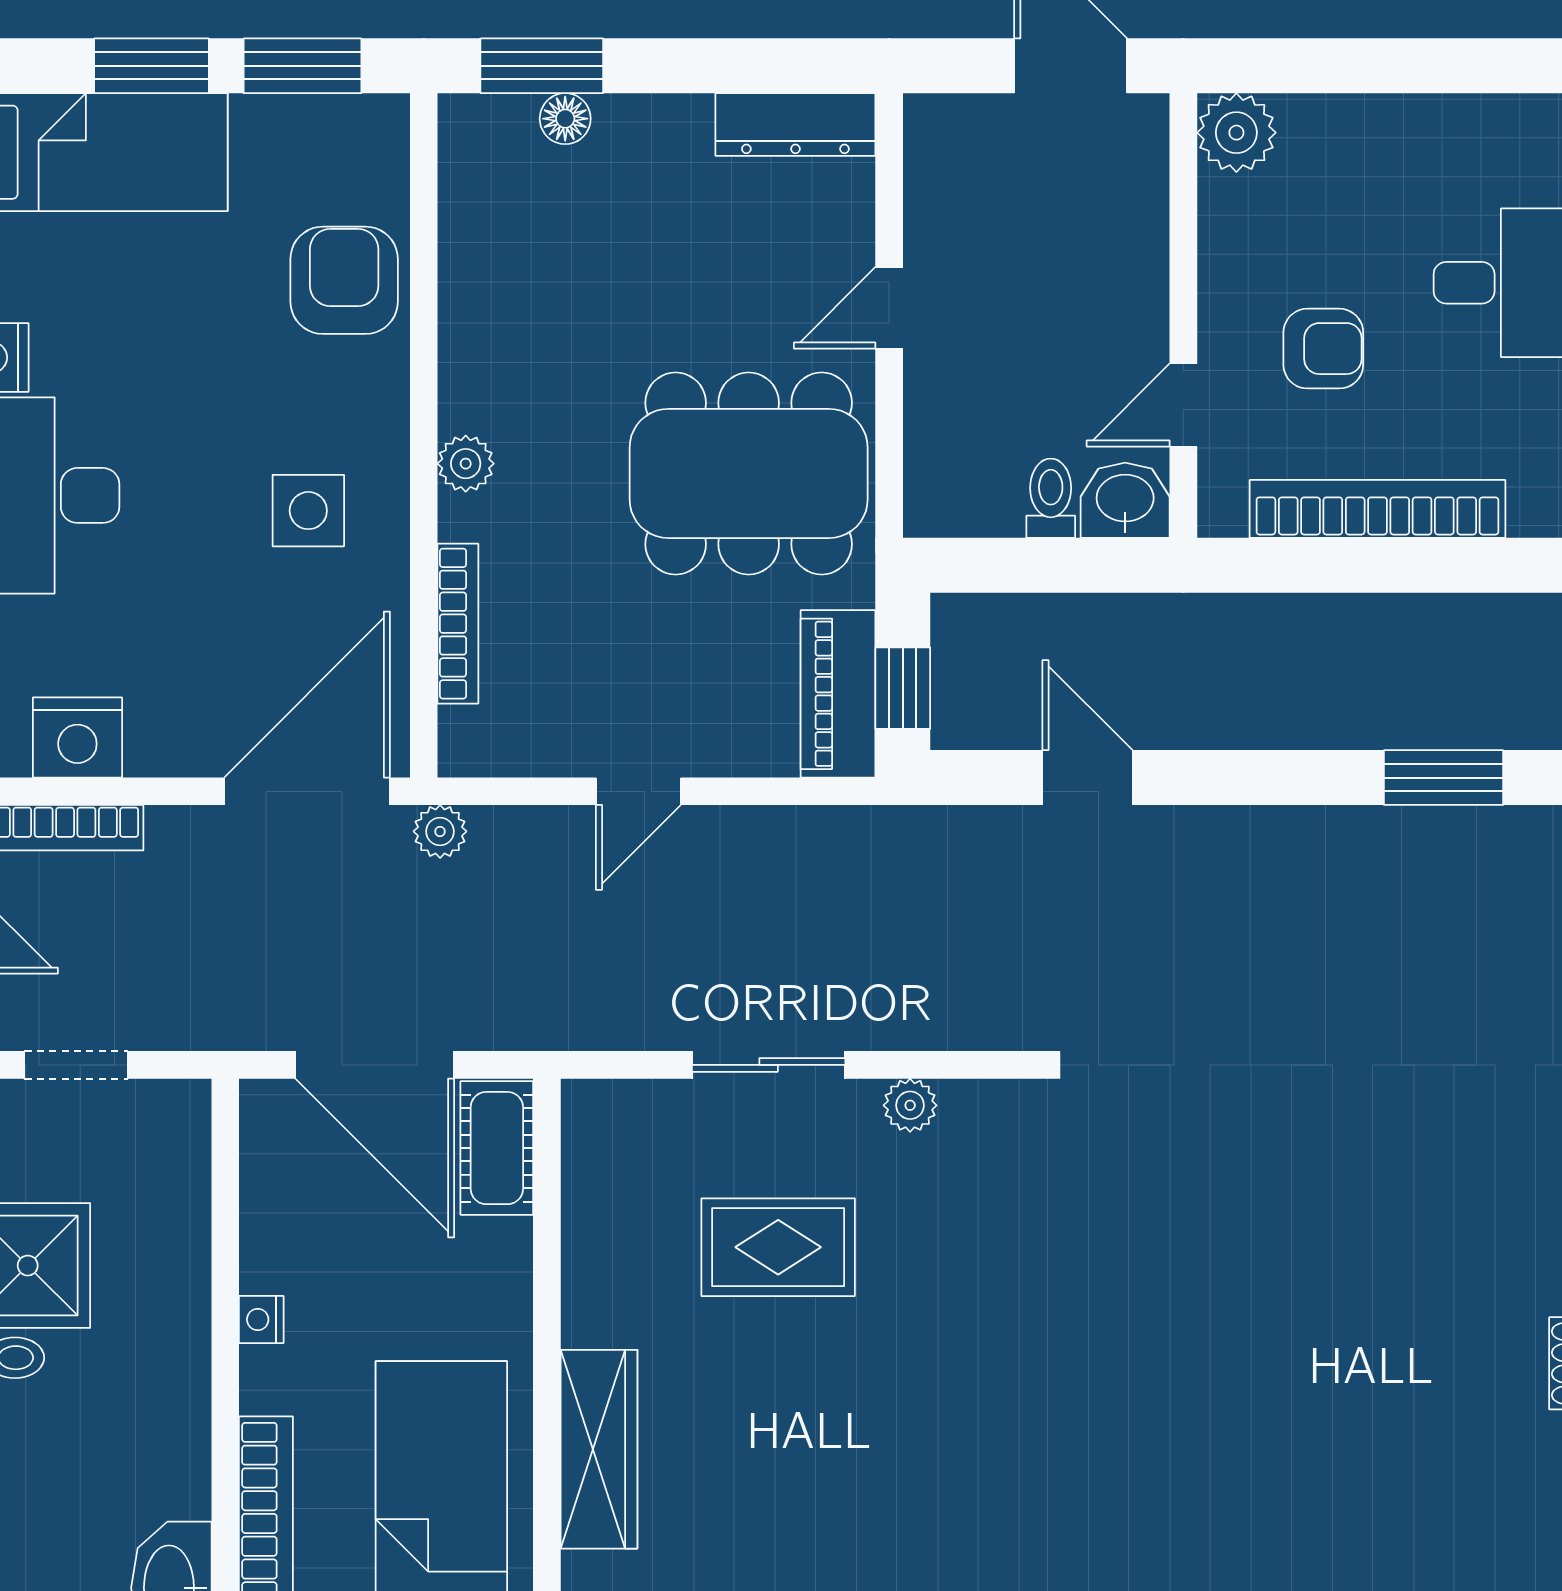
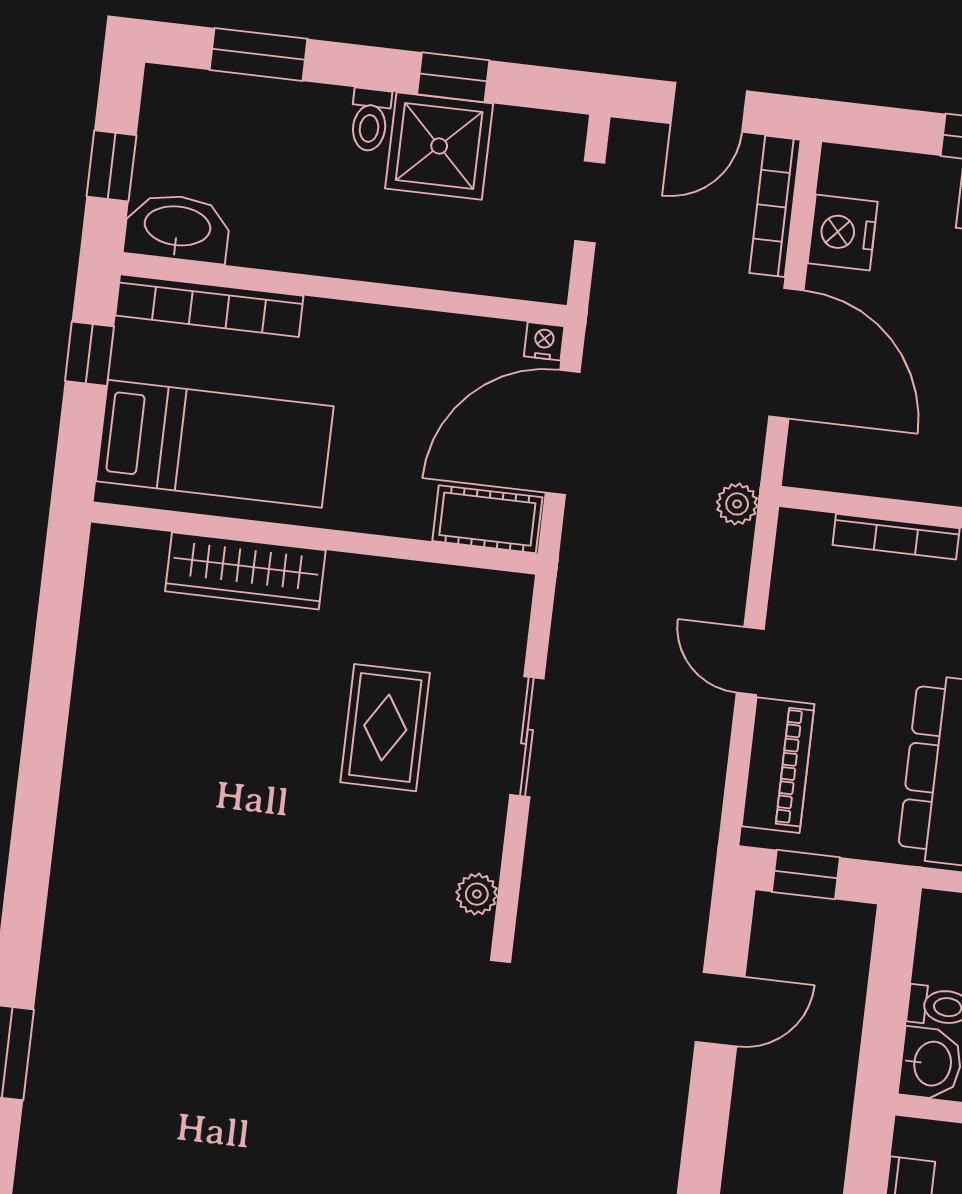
piano: (838, 694) -> (778, 765), moved, turned 90
door: (307, 791) -> (786, 353), moved
plant: (910, 1105) -> (477, 894), moved
nightstand: (261, 1320) -> (544, 341), moved

